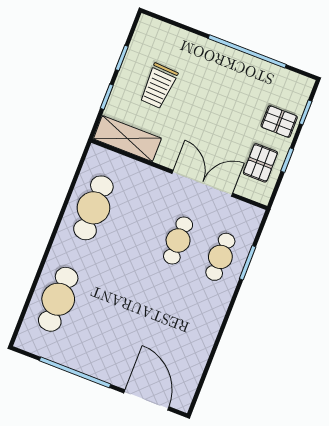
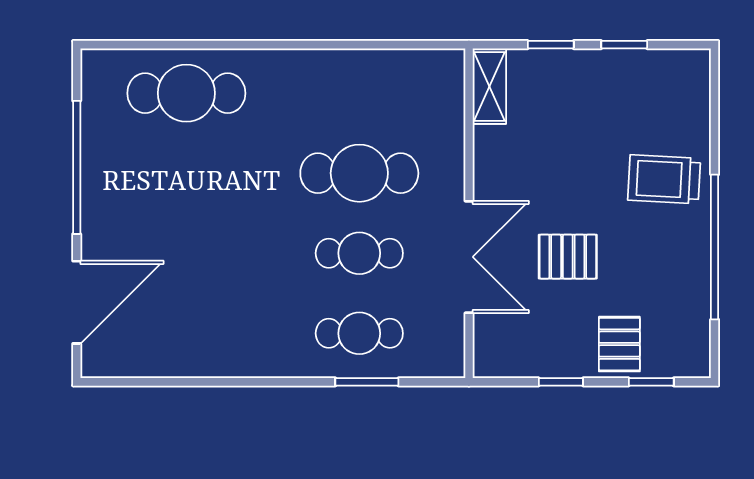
trolley: (158, 86) -> (664, 179), moved
shelving: (127, 139) -> (489, 87), width x0.67, depth x0.75
pallet: (260, 163) -> (568, 257), moved
cafe table: (93, 208) -> (359, 173), moved

